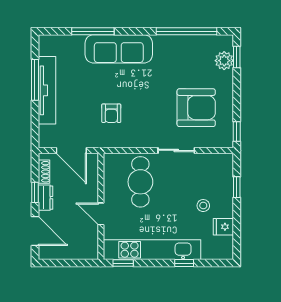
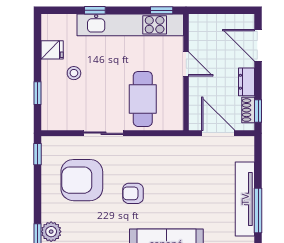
armchair: (111, 113) -> (133, 193), moved, turned -90
window: (35, 192) -> (258, 111), moved

